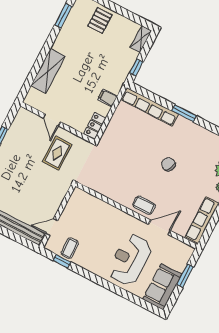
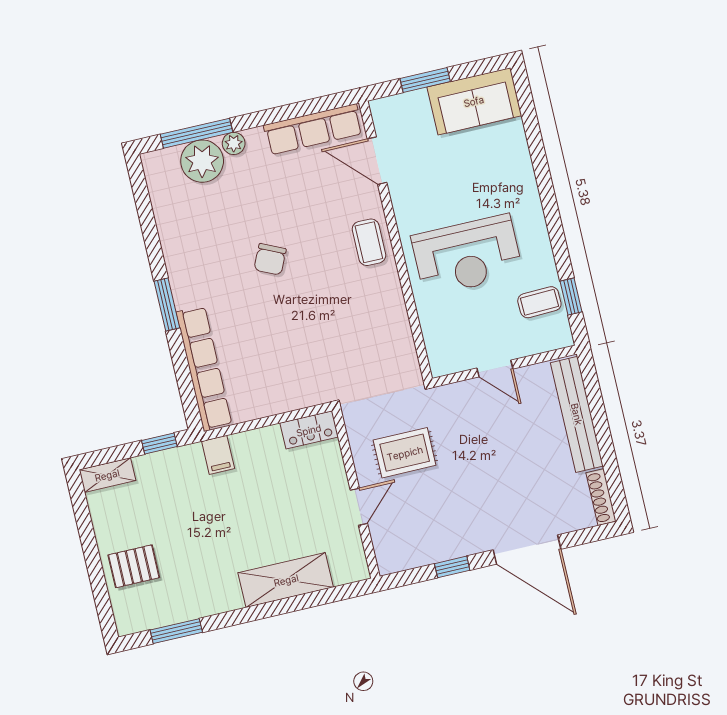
filing cabinet: (107, 98) -> (218, 455), moved
door: (52, 227) -> (495, 368), moved
door: (159, 227) -> (377, 161), moved
reception desk: (130, 260) -> (467, 255), moved

